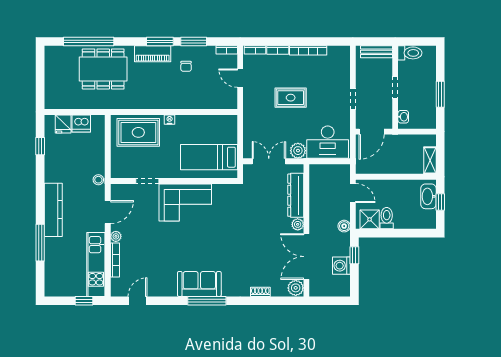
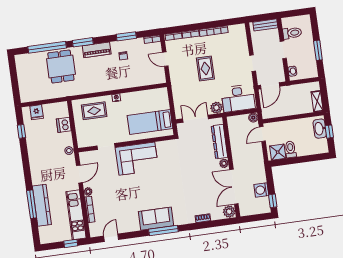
window: (160, 41) -> (83, 42), moved
toilet: (410, 53) -> (292, 33), moved
dining table: (103, 69) -> (61, 66), width x0.73
rug: (291, 98) -> (205, 69), turned 90
dishwasher: (81, 123) -> (64, 125), moved, turned 90
rug: (138, 132) -> (94, 111), width x0.73, depth x0.70
door: (353, 193) -> (262, 134), swing flipped
kitchen counter: (53, 210) -> (42, 205), moved
boiler: (344, 226) -> (253, 118), moved
window: (354, 255) -> (273, 201), moved

